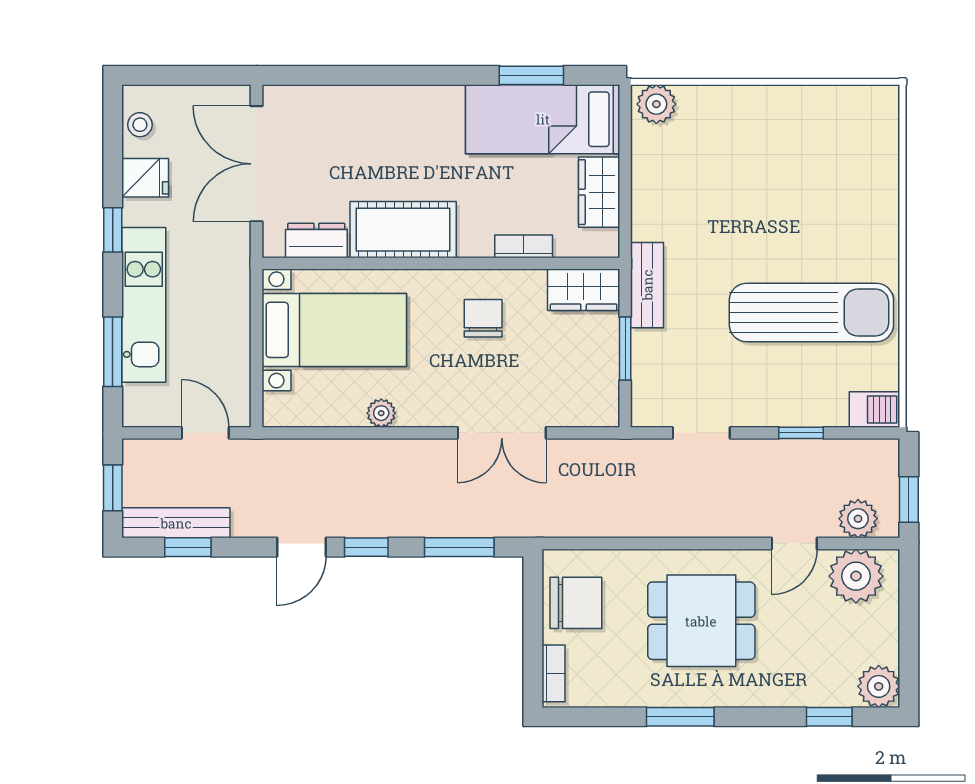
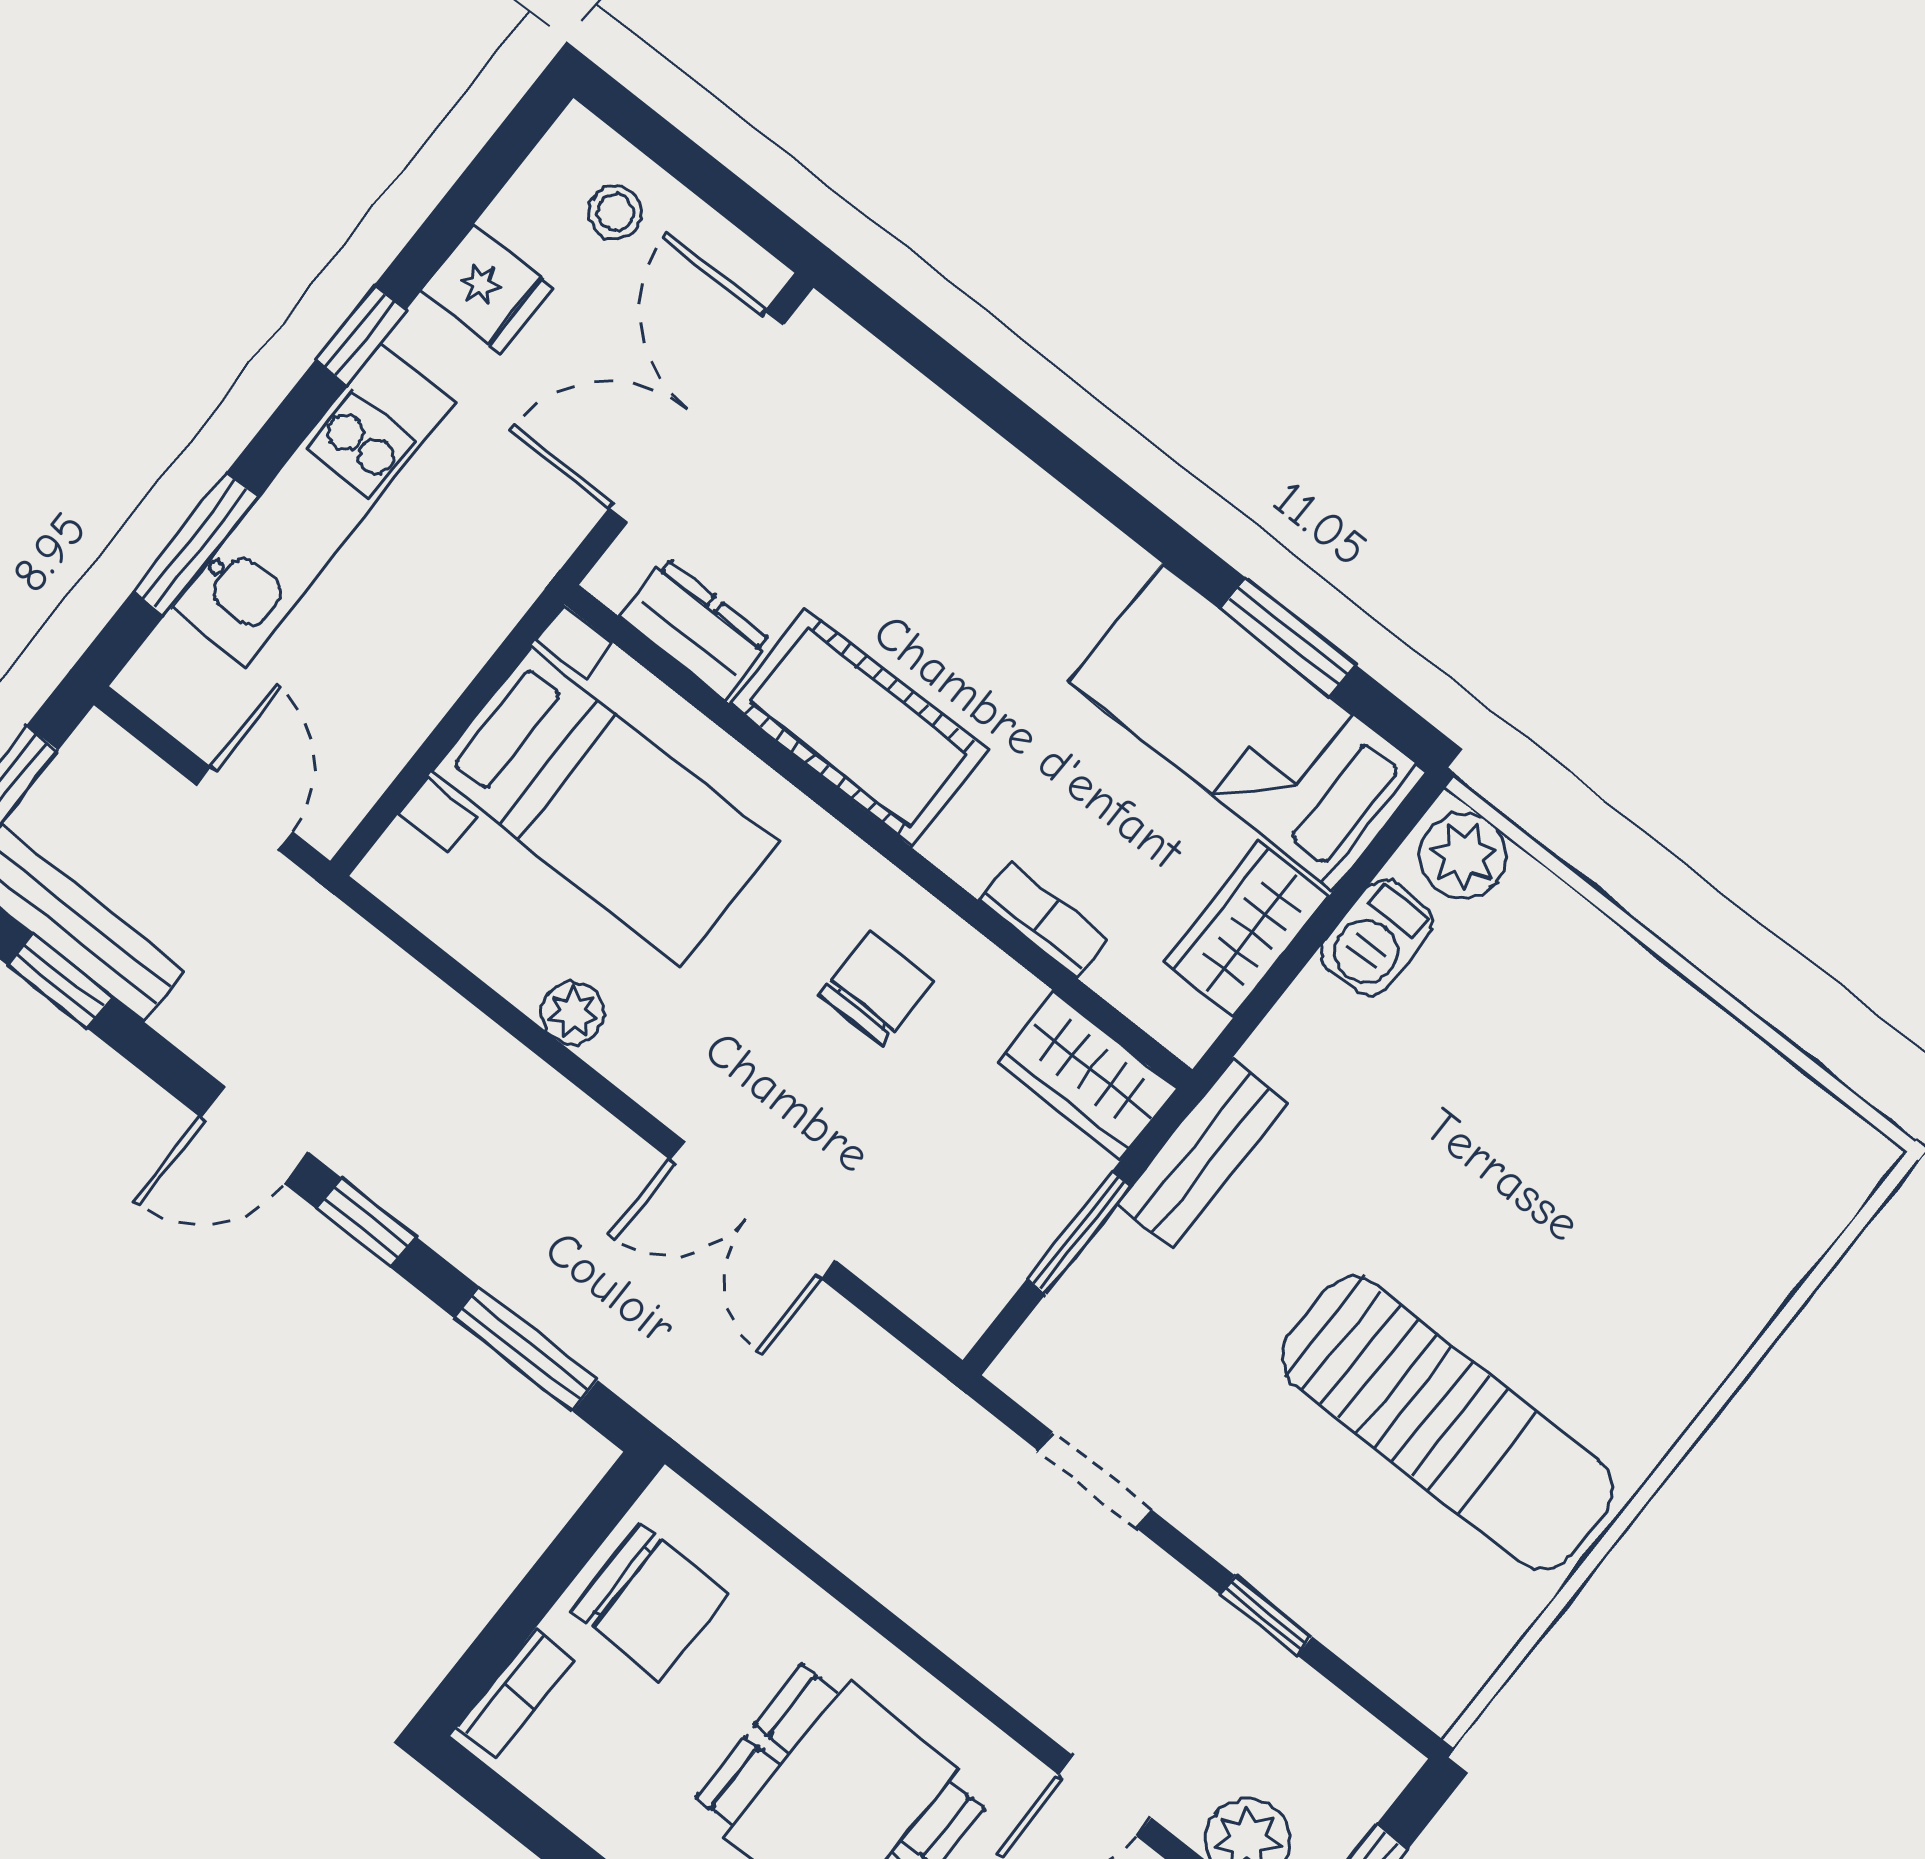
stool: (140, 125) -> (615, 213), moved
barbecue: (875, 409) -> (1377, 938), moved, turned 90

